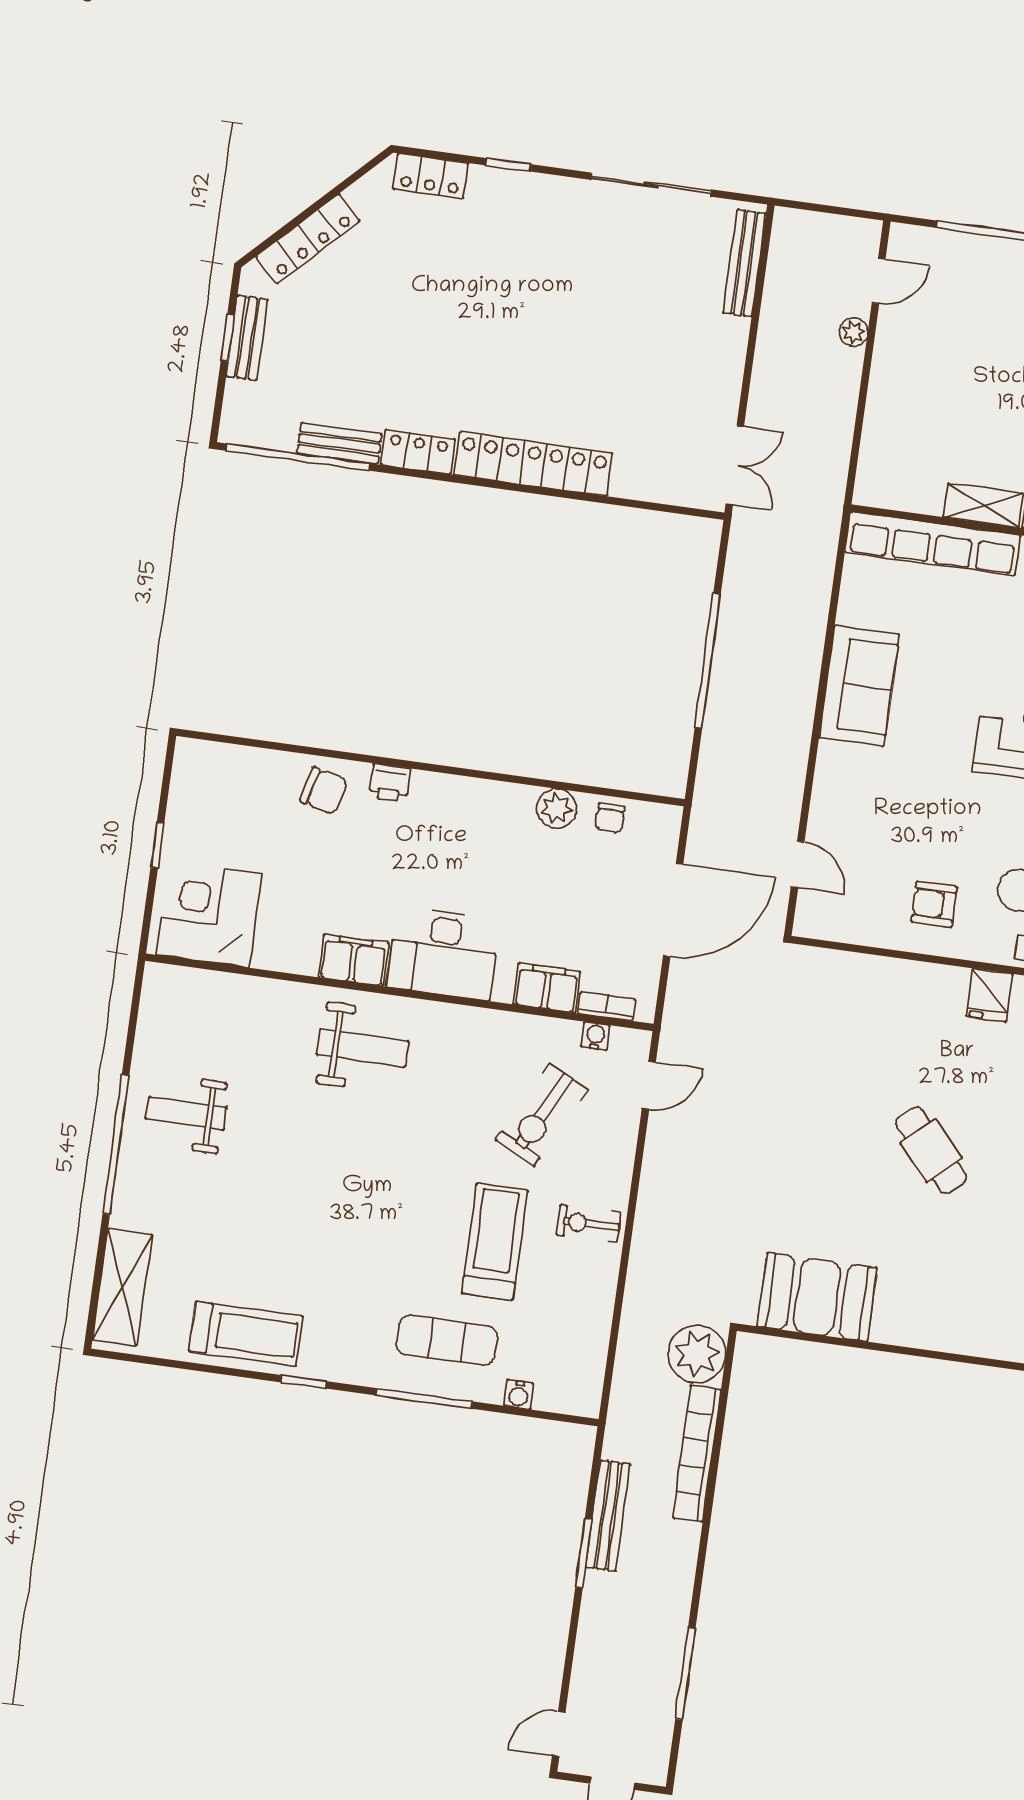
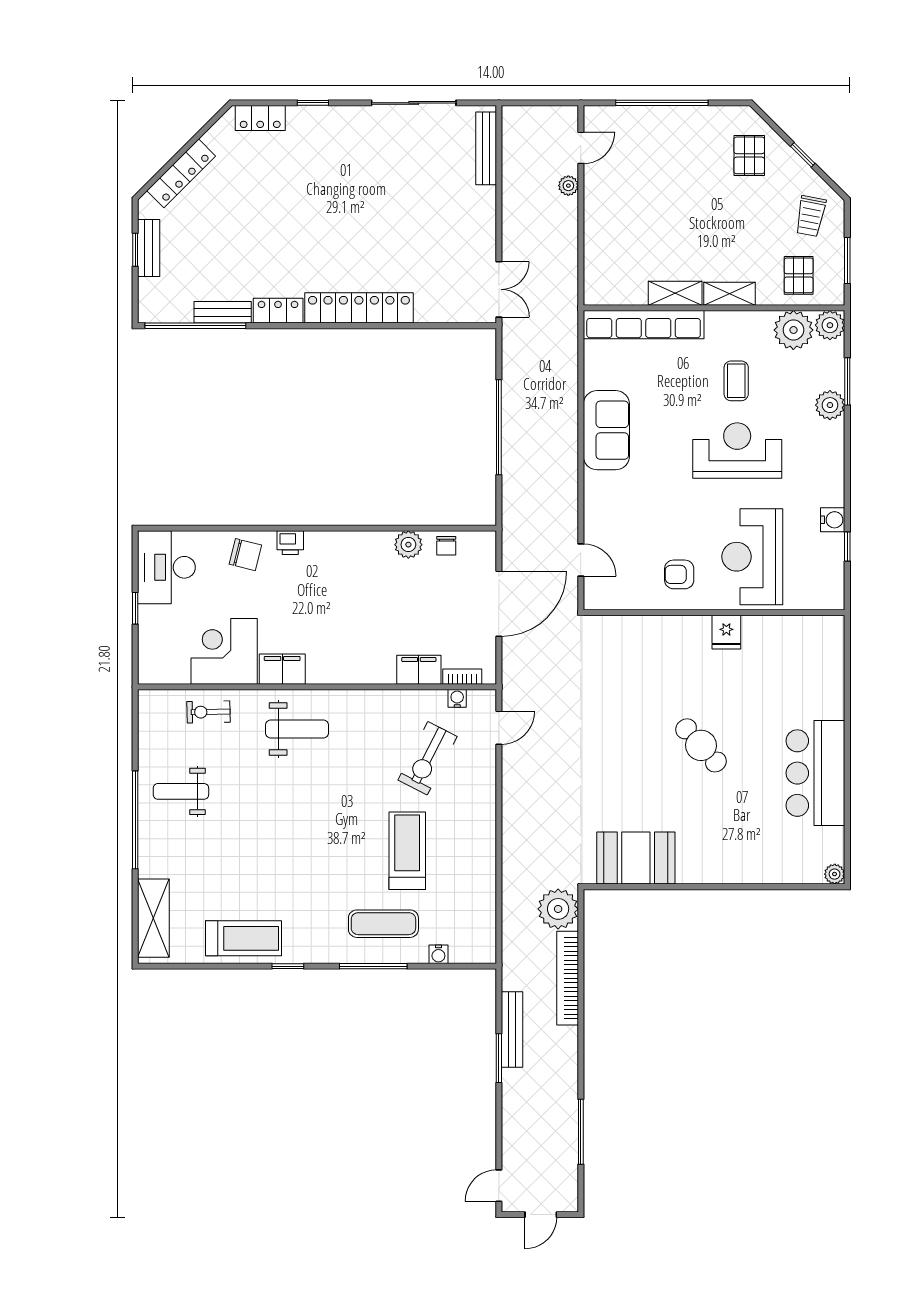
corner desk: (209, 914) -> (224, 651), moved
desk: (443, 953) -> (166, 567), moved, turned 90
exercise bike: (588, 1224) -> (208, 712), moved

